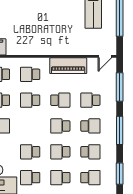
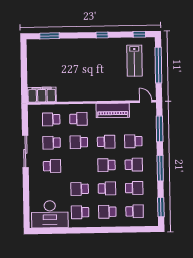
door: (105, 56) -> (146, 101), swing flipped
school desk: (30, 74) -> (78, 119), turned 180
school desk: (60, 152) -> (107, 188), turned 180

